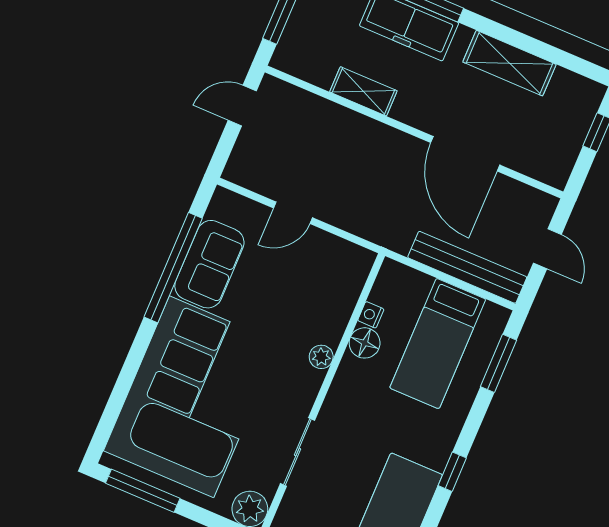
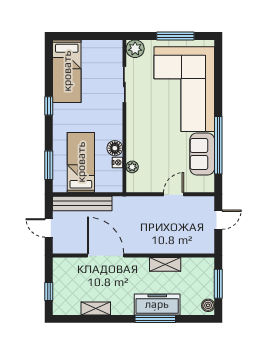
shelving: (509, 63) -> (96, 308), width x0.67, depth x0.75
door: (242, 106) -> (218, 220), moved
plant: (321, 357) -> (132, 167), moved
window: (143, 491) -> (175, 36), moved

